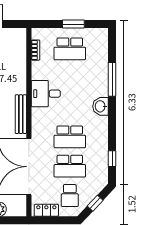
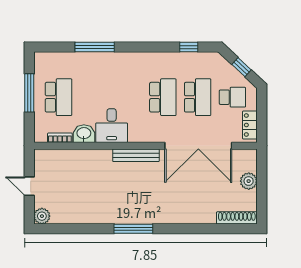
window: (73, 24) -> (29, 93), width x1.44
washbasin: (101, 106) -> (84, 134), moved, turned 180

